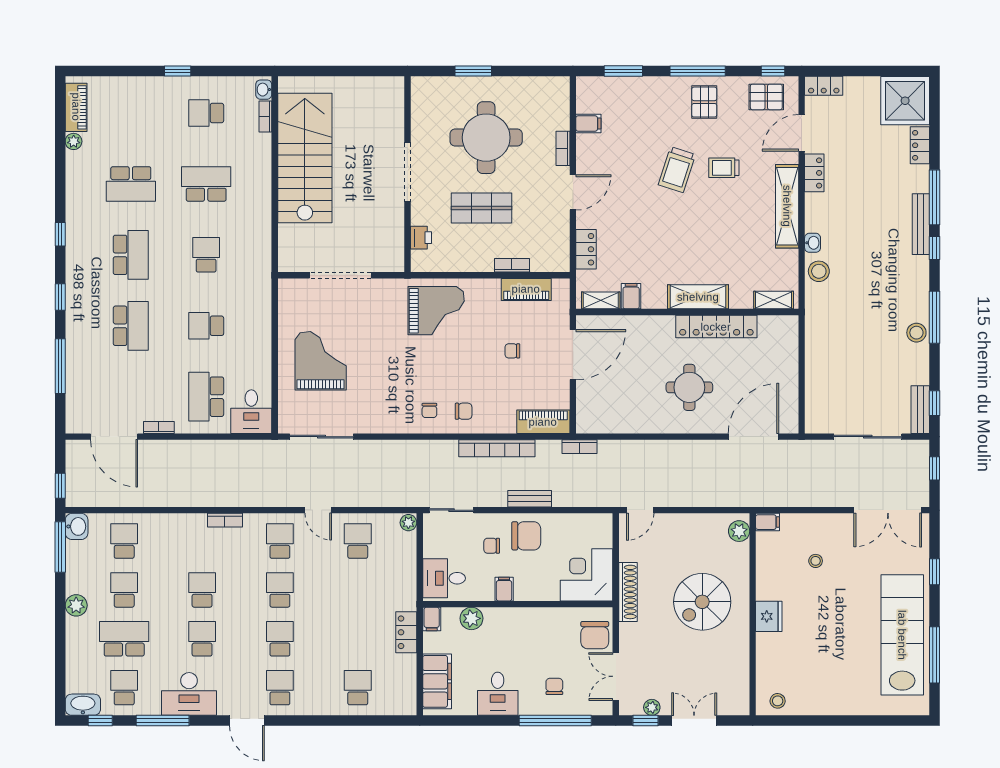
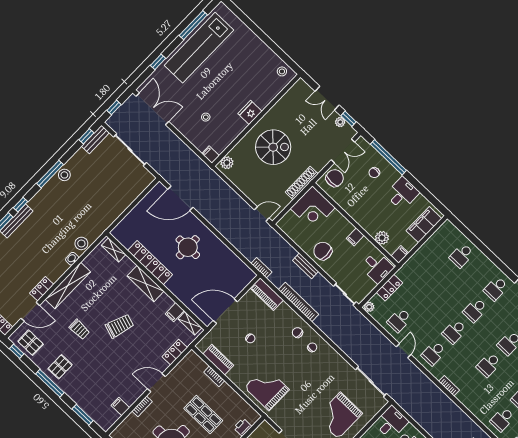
trolley: (677, 170) -> (120, 326), moved
chair: (492, 546) -> (342, 261), removed
locker: (406, 632) -> (389, 288), moved

